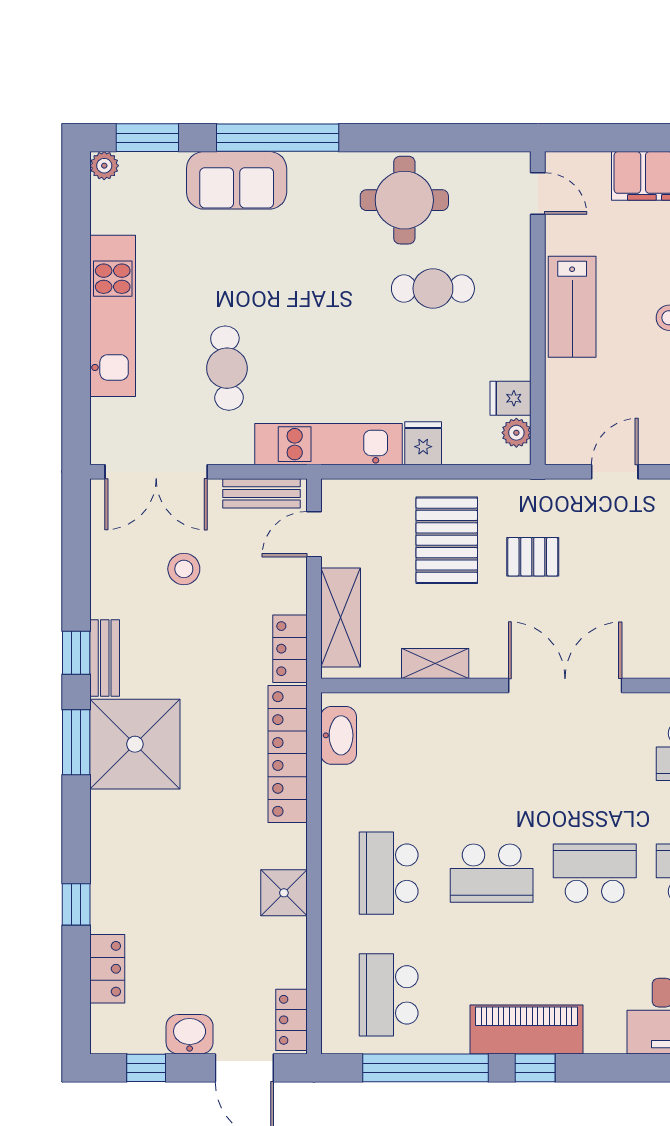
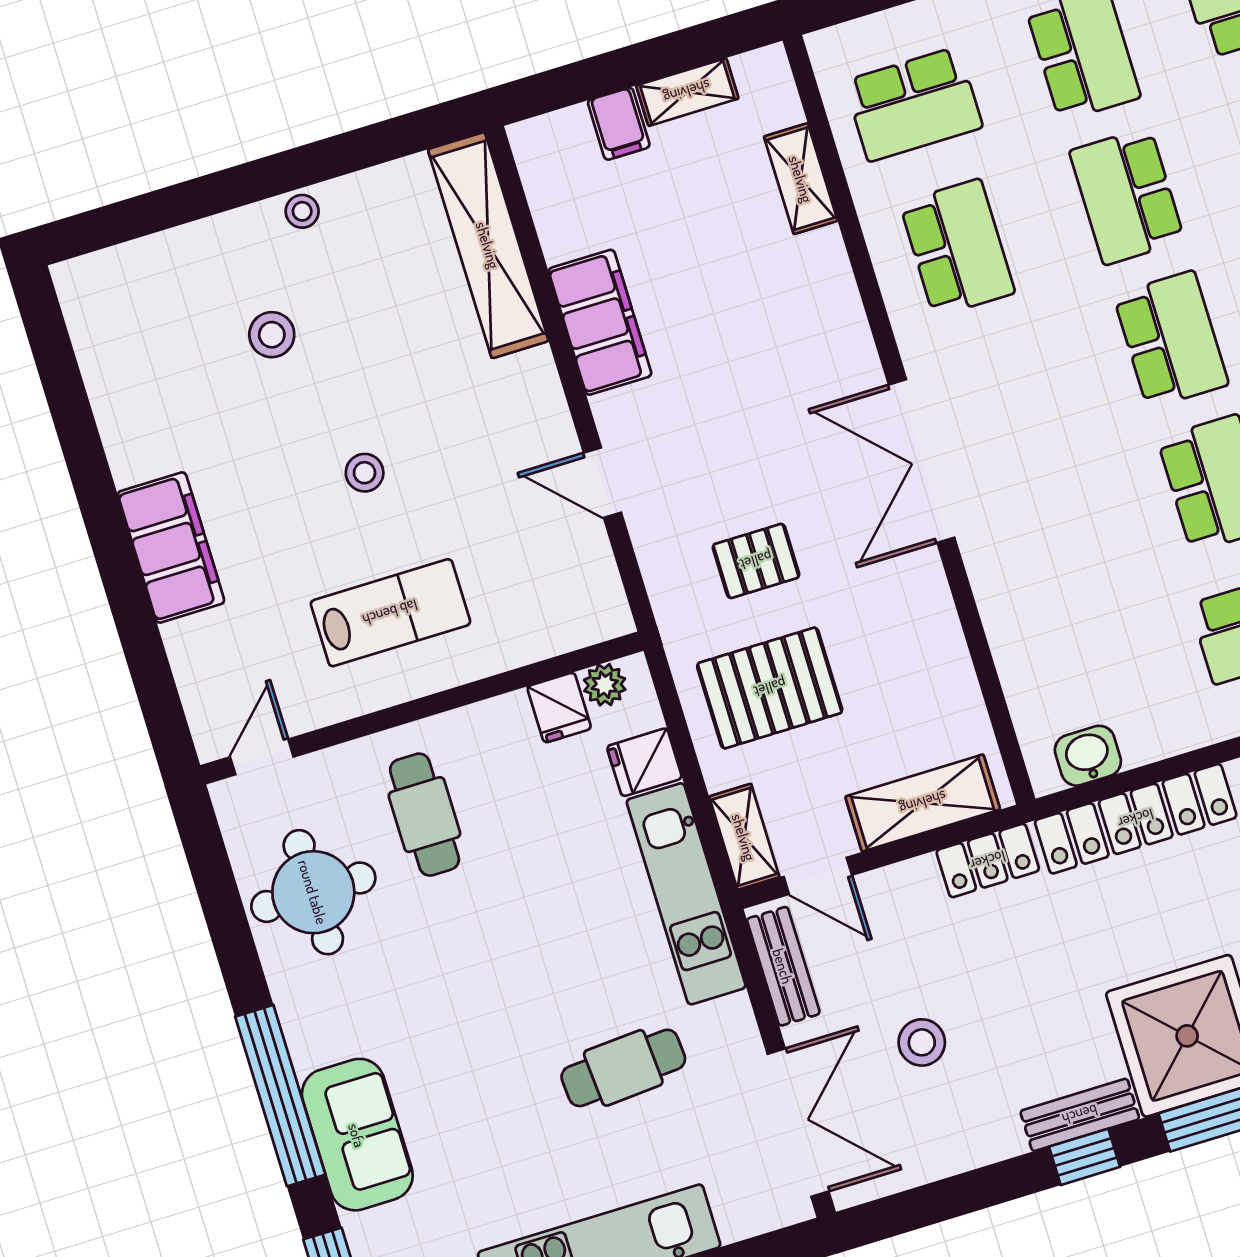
door: (538, 193) -> (262, 757), moved
wall: (538, 308) -> (422, 708), moved
fridge: (511, 398) -> (559, 708), moved
plant: (516, 433) -> (605, 685), moved
pallet: (533, 557) -> (756, 561), turned 90
shelving: (435, 663) -> (744, 837), moved
washbasin: (339, 735) -> (1088, 756), width x0.72
school desk: (595, 873) -> (1171, 340), turned 180

